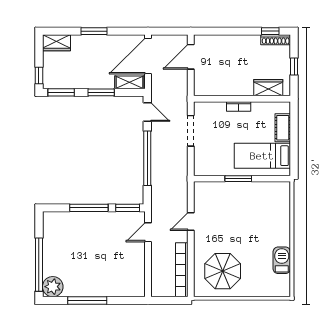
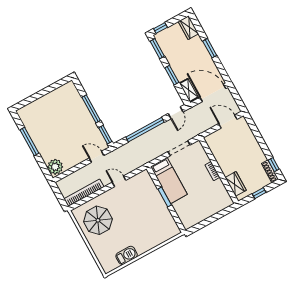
cot: (283, 128) -> (214, 208), removed
bed: (262, 156) -> (169, 180), moved, turned 180
window: (39, 265) -> (36, 97), removed
plant: (53, 287) -> (55, 167), moved

